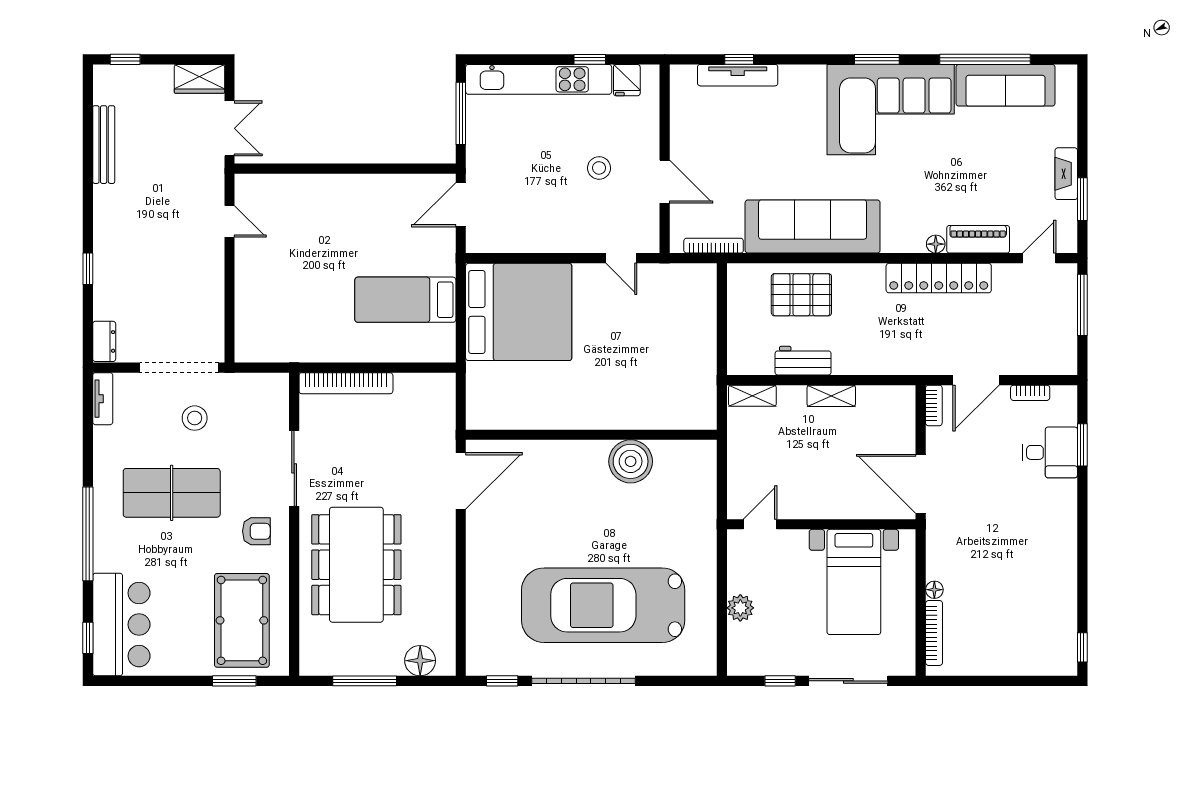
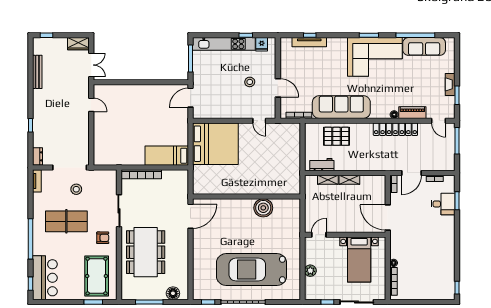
door: (1039, 258) -> (439, 121), swing flipped
bed: (405, 300) -> (167, 156), moved
workbench: (803, 361) -> (322, 165), moved
shelving: (752, 396) -> (328, 180), moved

